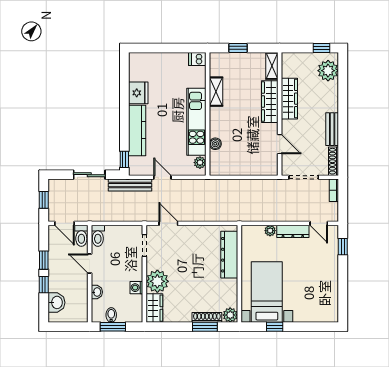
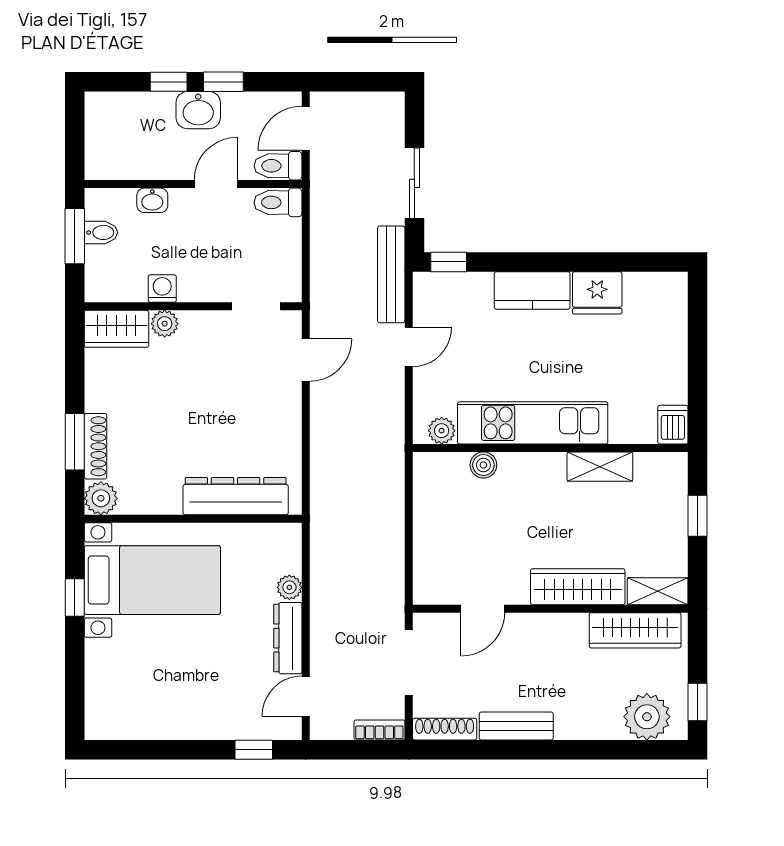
wardrobe: (289, 99) -> (635, 630), moved
kitchen counter: (137, 130) -> (532, 290), width x0.67
window: (44, 200) -> (358, 82), removed
plant: (157, 281) -> (165, 324), width x0.53, depth x0.53
washbasin: (56, 302) -> (198, 110), moved

